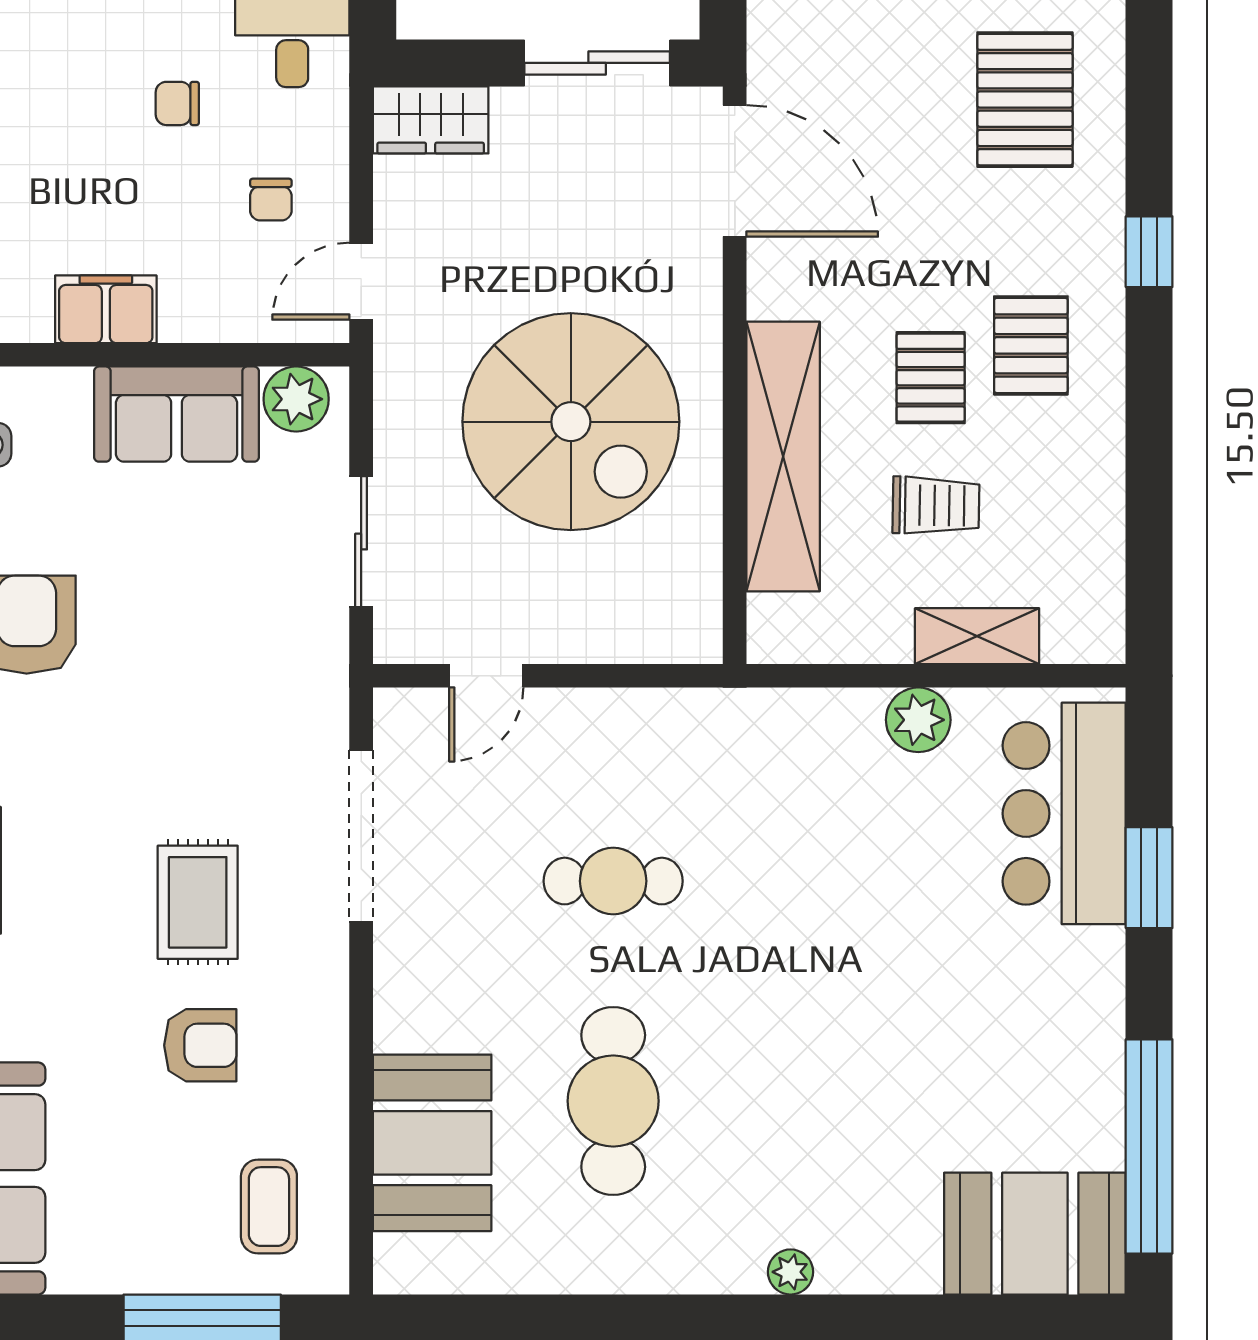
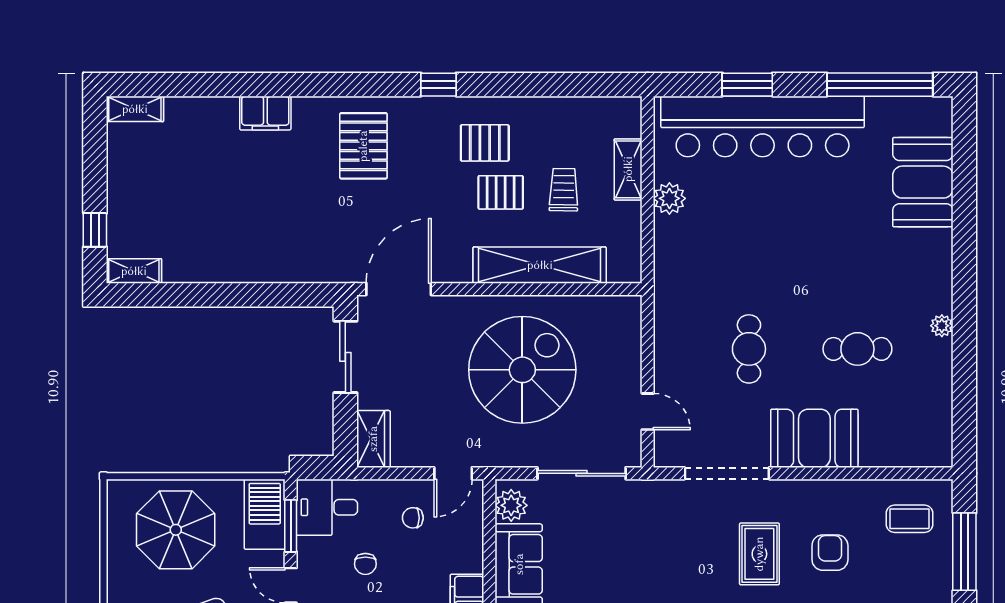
pallet: (1025, 100) -> (363, 146), turned 90
chair: (271, 200) -> (413, 518), turned 180
door: (361, 281) -> (453, 473), hinge flipped
sliding door: (361, 542) -> (582, 473), width x1.37
bar counter: (1064, 813) -> (763, 126), width x1.86
rug: (198, 902) -> (759, 554), turned 90
cafe table: (613, 1101) -> (857, 349), width x0.73, depth x0.74
booth: (432, 1143) -> (814, 438), moved
booth: (1035, 1234) -> (923, 182), moved
plant: (791, 1272) -> (942, 326), moved

